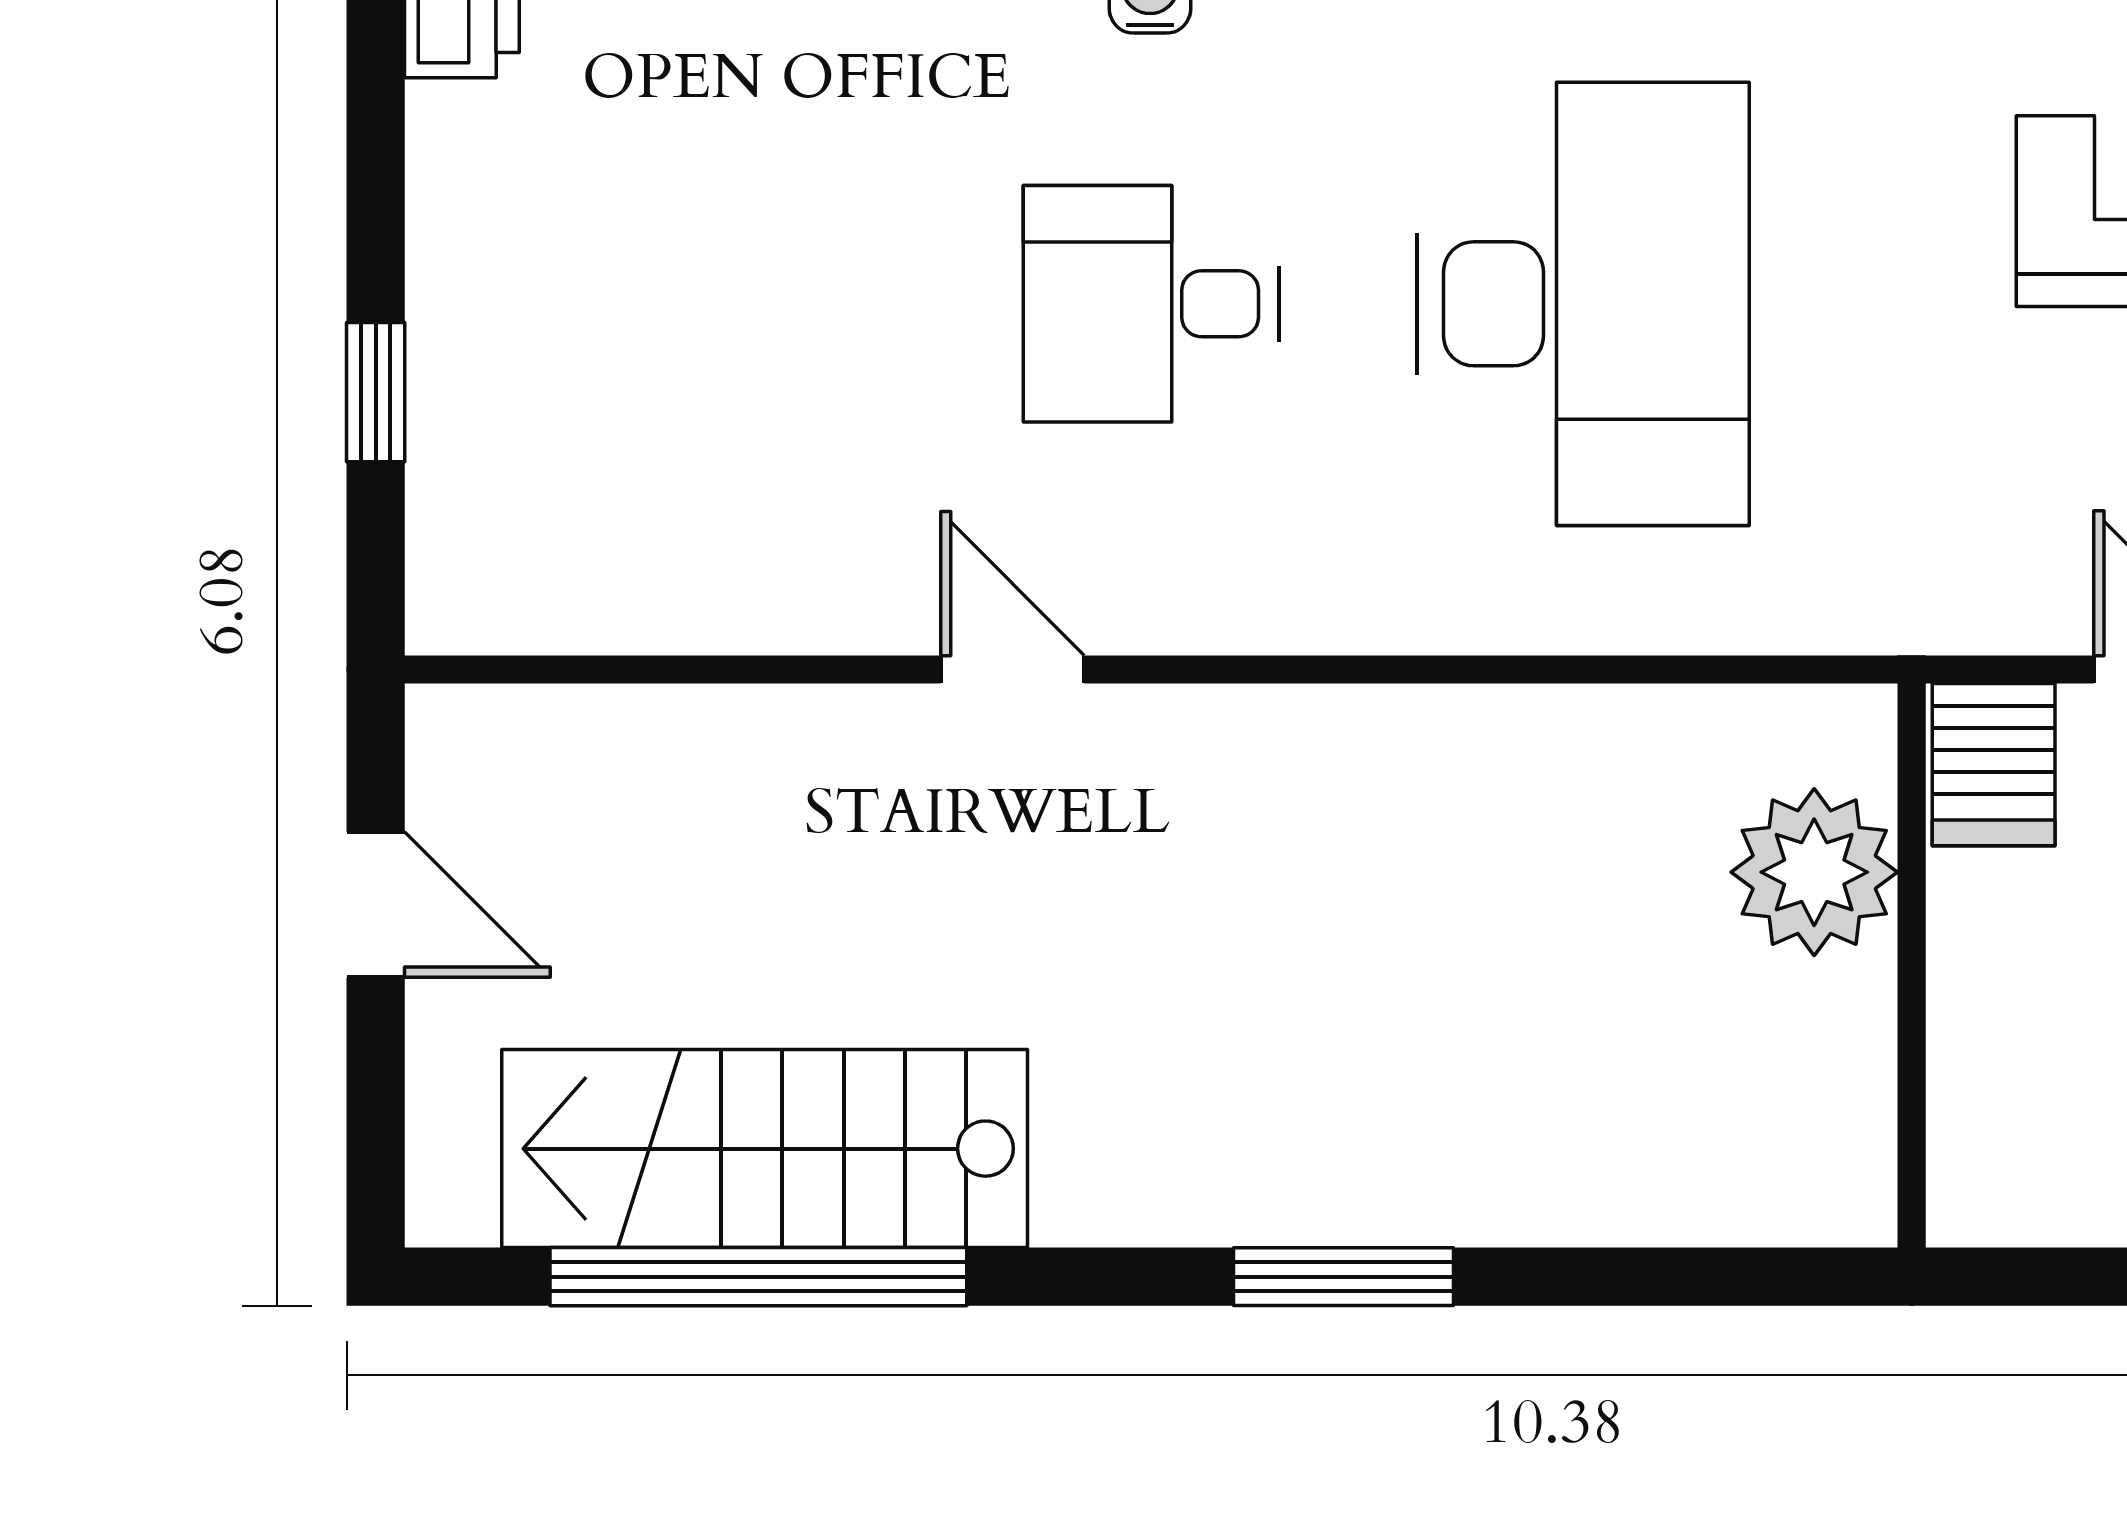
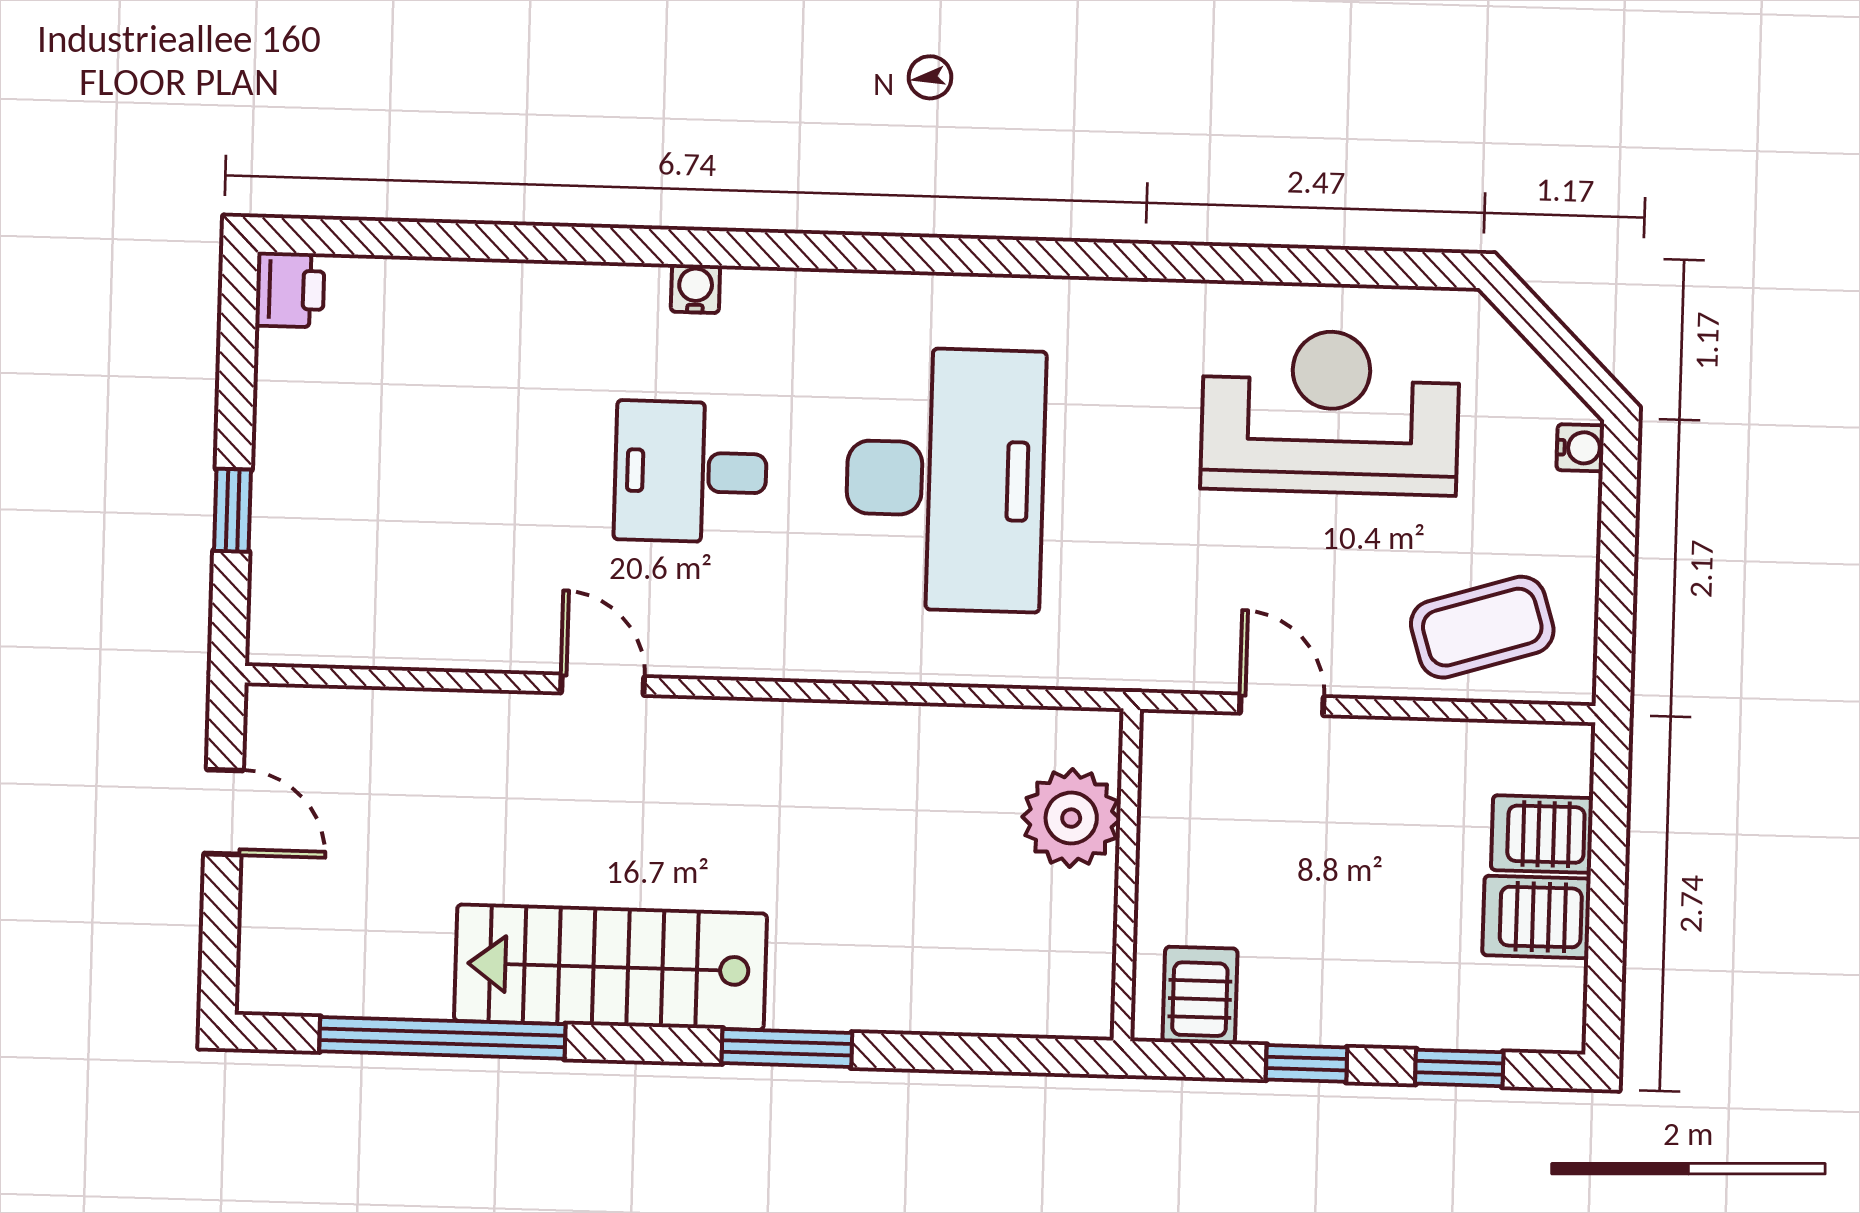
server rack: (1994, 765) -> (1200, 995), moved, turned 180
stairs: (765, 1149) -> (610, 967), moved

